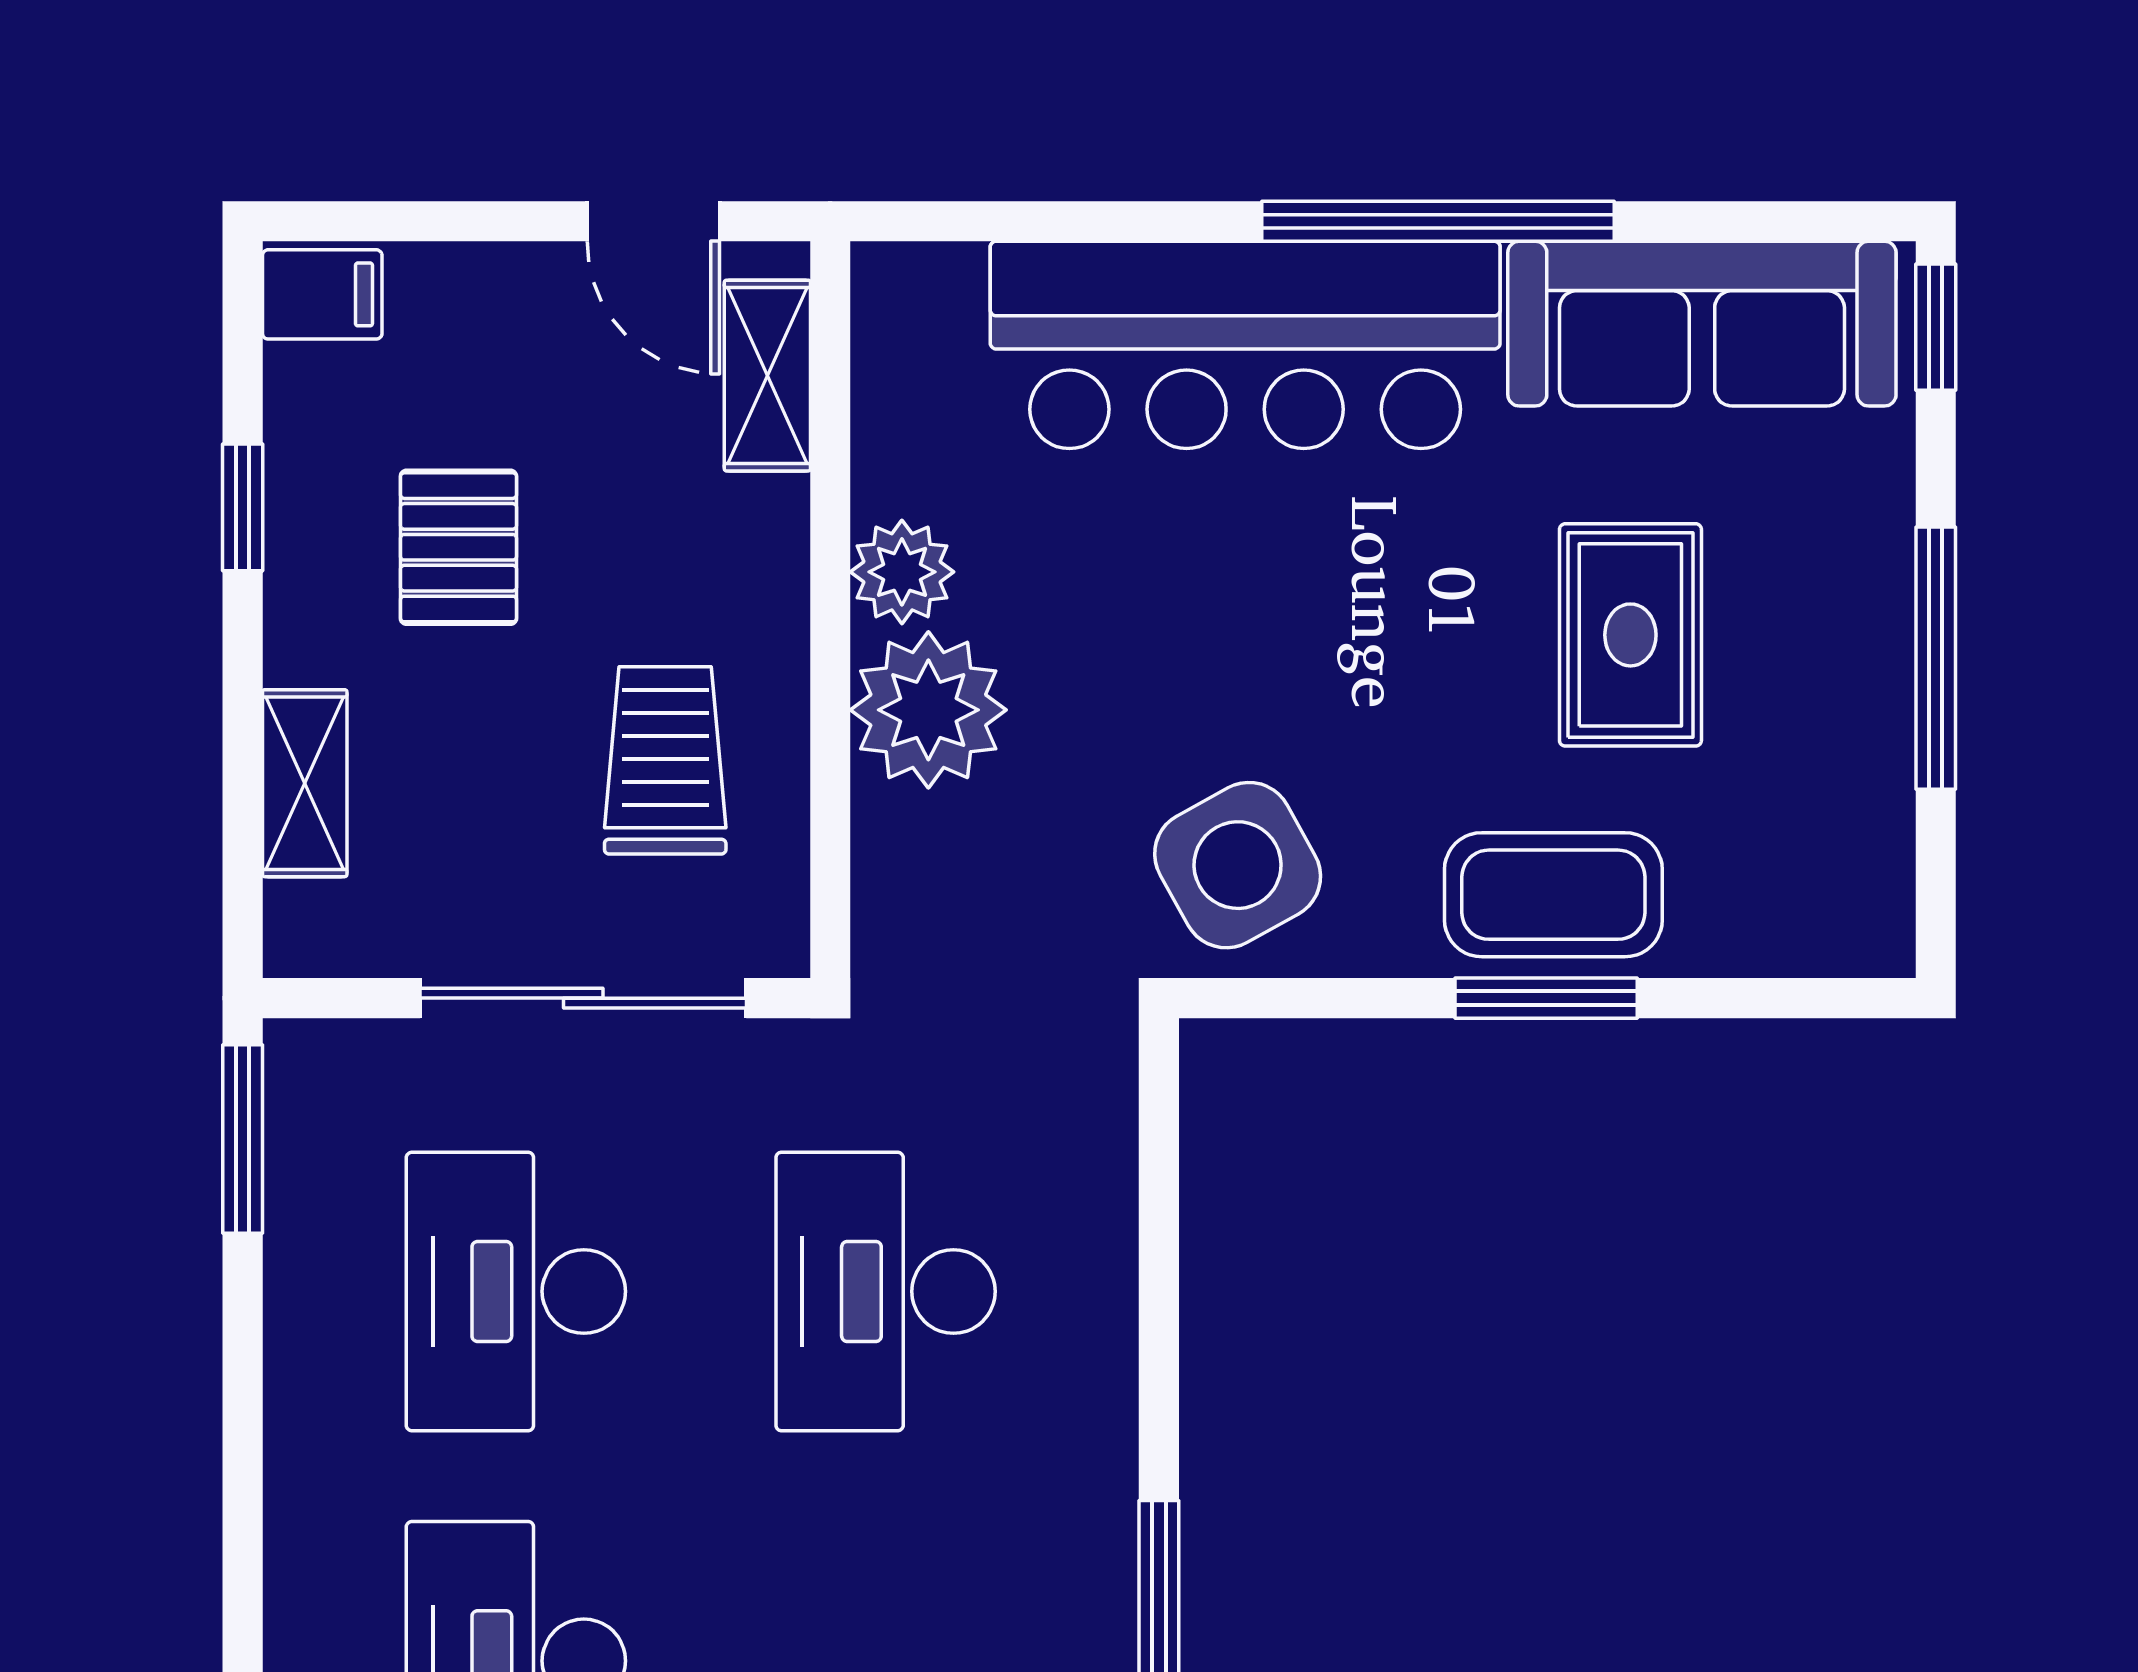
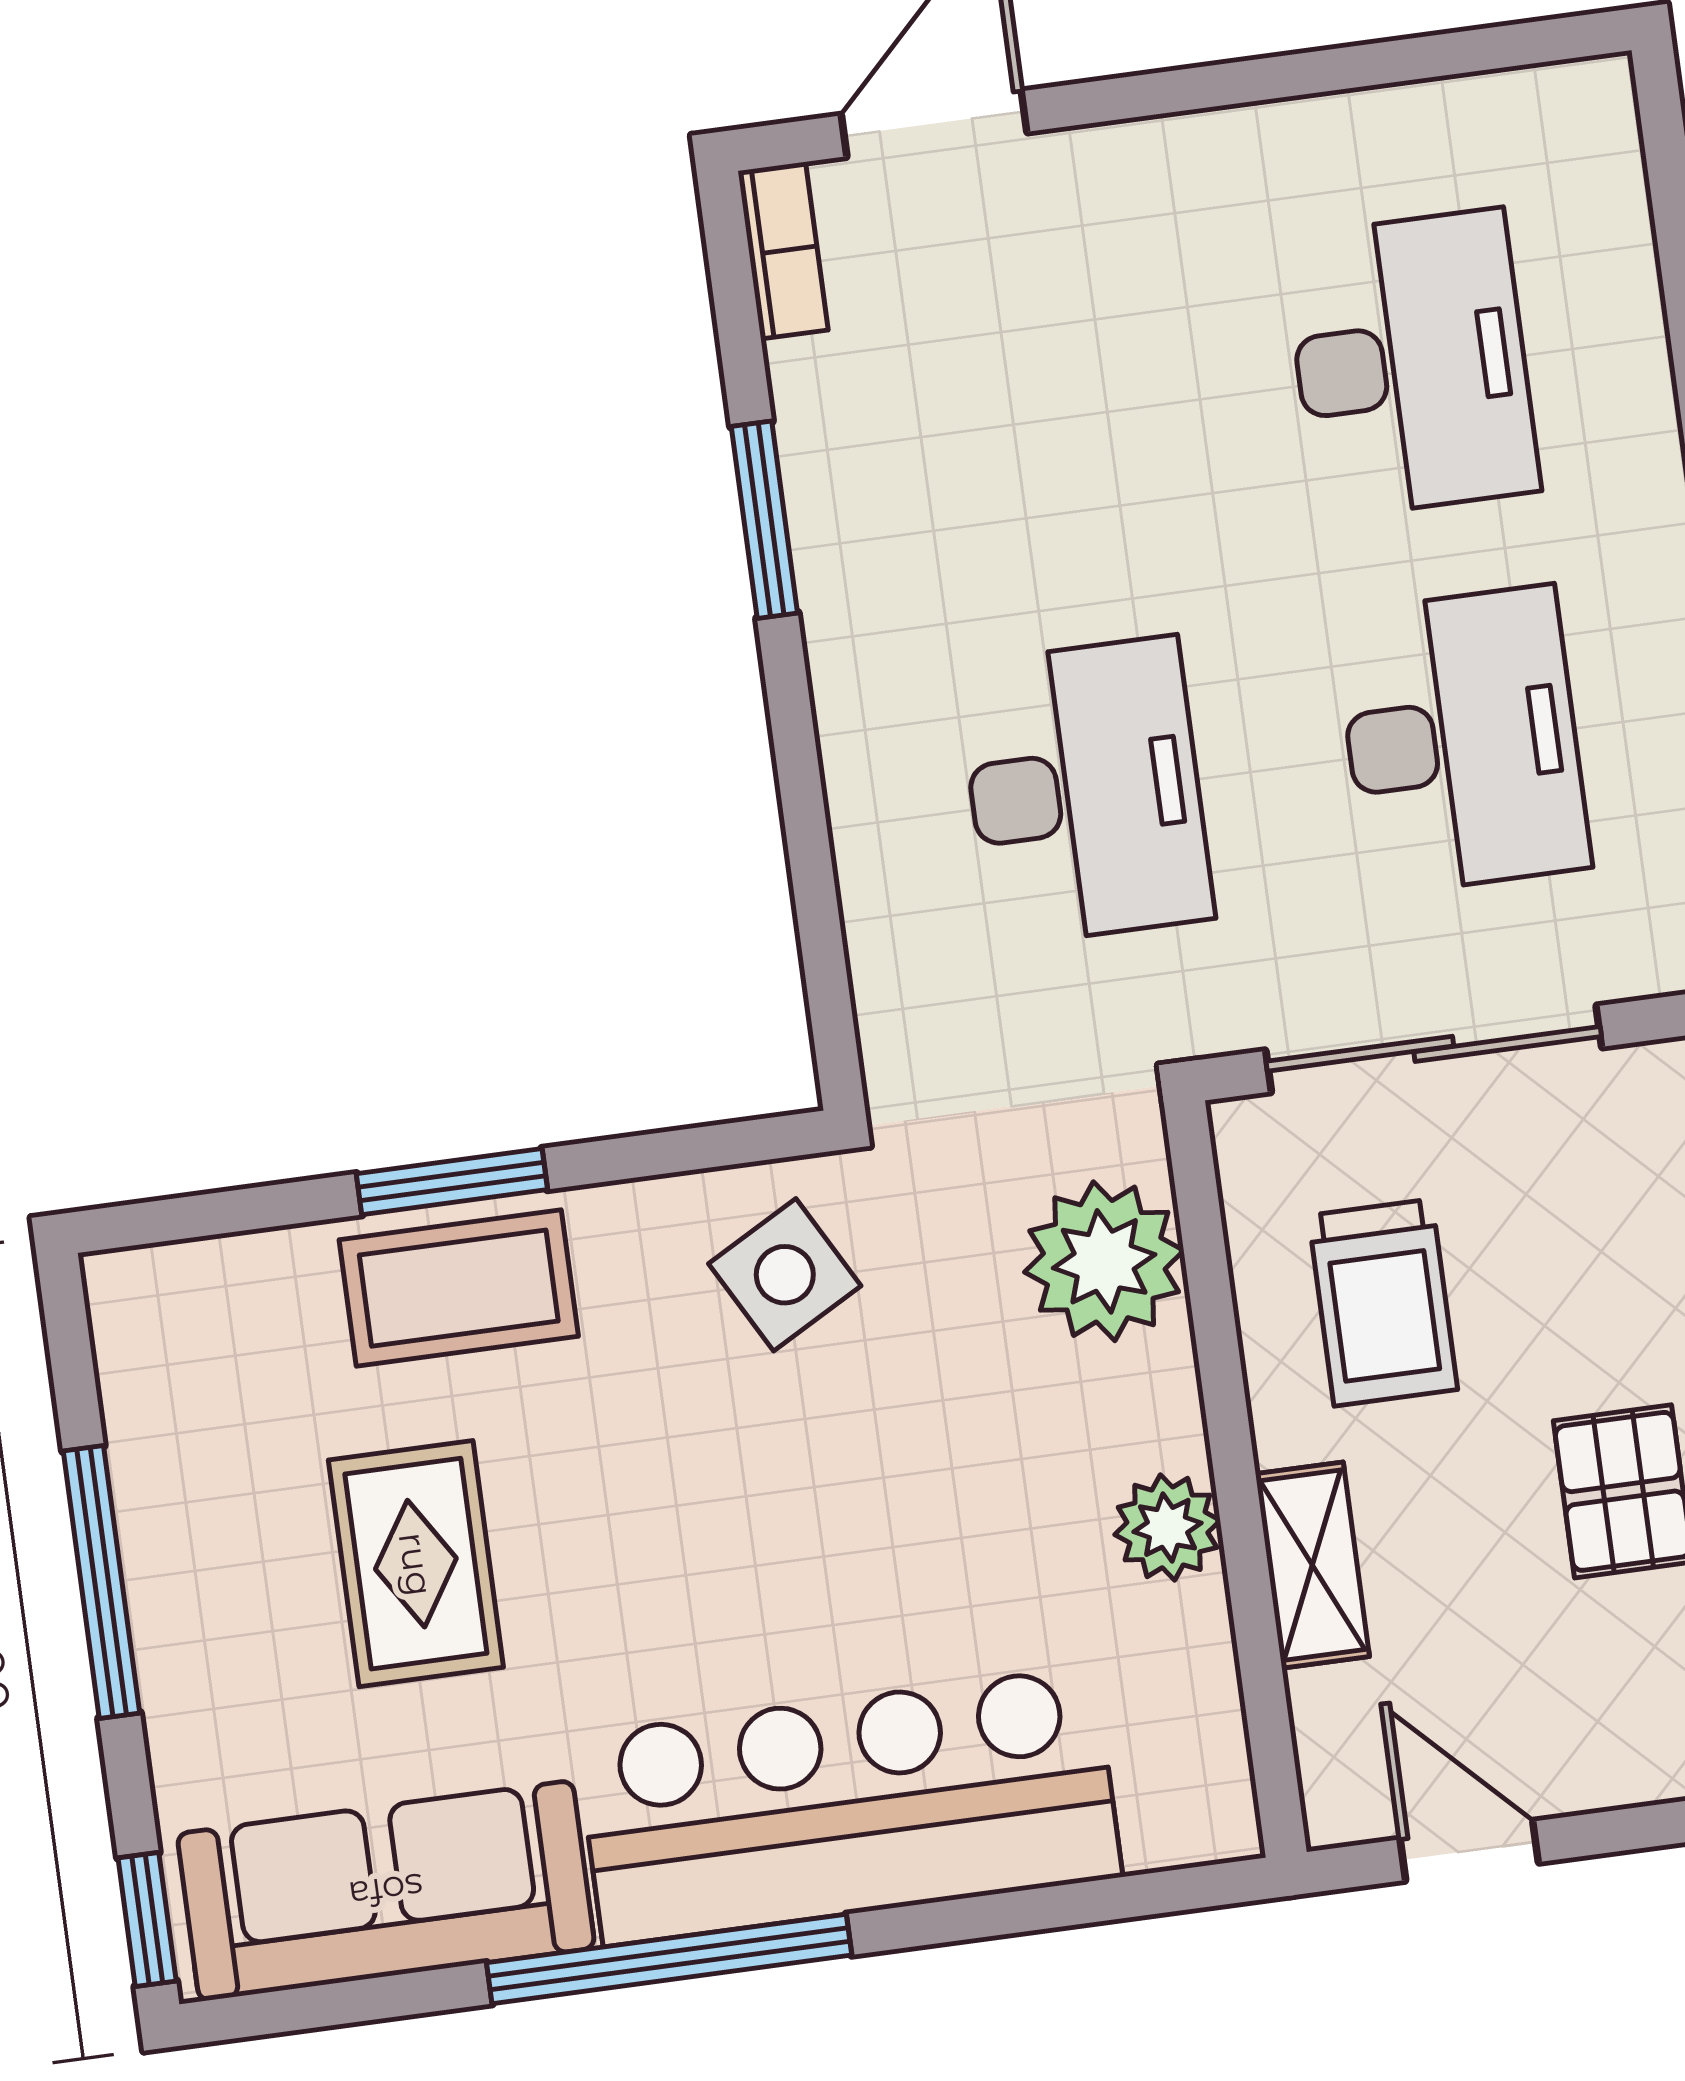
shelving: (767, 376) -> (1312, 1565), moved
plant: (928, 710) -> (1104, 1261), moved
side table: (1238, 865) -> (785, 1275), width x0.73, depth x0.73

